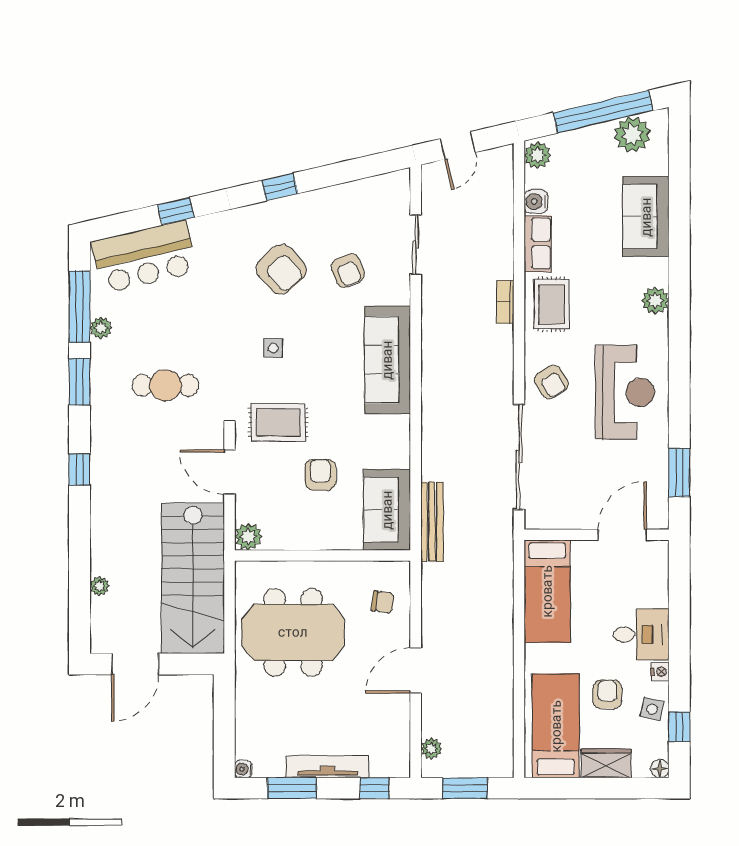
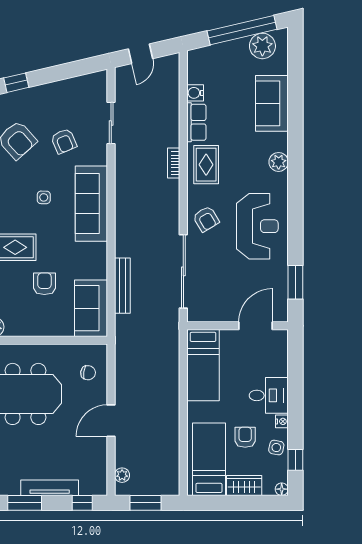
plant: (538, 155) -> (196, 60), removed
side table: (273, 348) -> (44, 197), moved
bench: (432, 522) -> (122, 286), moved

